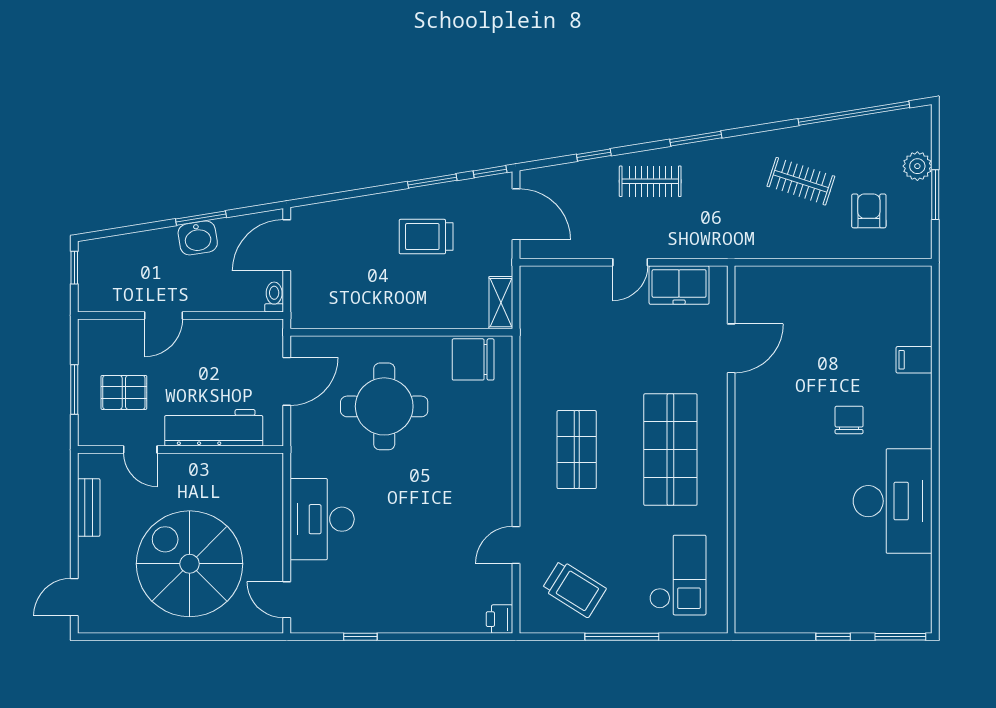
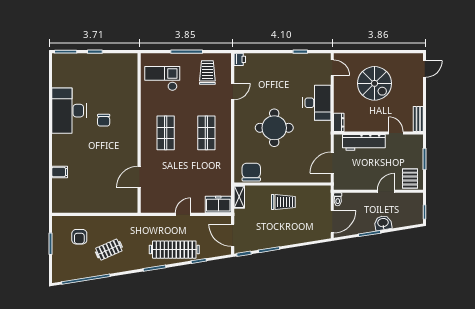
plant: (917, 166) -> (58, 256), removed
clothes rail: (650, 181) -> (174, 250), width x1.86, depth x1.31
clothes rail: (801, 181) -> (109, 250), turned -42
trolley: (426, 237) -> (283, 202), moved
washbasin: (198, 238) -> (383, 223), moved
freezer: (679, 285) -> (218, 204), moved
chair: (473, 359) -> (251, 172), turned -90
pallet: (124, 392) -> (410, 179), moved, turned 90
round table: (384, 406) -> (274, 128), moved
chair: (849, 420) -> (104, 120), moved
shop shelf: (670, 450) -> (166, 133), width x0.70, depth x0.74
dresser: (272, 474) -> (339, 122), added
bench: (89, 507) -> (418, 119), moved
spiral stairs: (190, 564) -> (374, 83), width x0.73, depth x0.73
checkout: (678, 575) -> (162, 78), turned 90
trolley: (574, 589) -> (207, 72), turned 58

